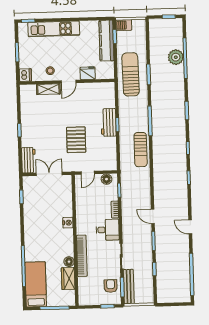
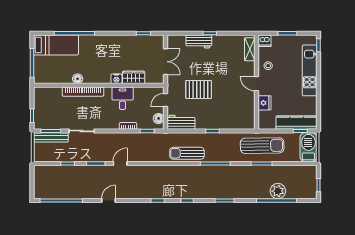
barbecue: (124, 25) -> (308, 147), width x1.88, depth x1.53
shelving: (48, 89) -> (250, 49), moved
workbench: (108, 122) -> (181, 122), moved
workbench: (29, 160) -> (199, 41), moved
door: (88, 173) -> (165, 100), hinge flipped
desk: (108, 230) -> (123, 98), moved, turned 180
wardrobe: (68, 279) -> (134, 77), moved
armchair: (111, 286) -> (52, 119), removed

